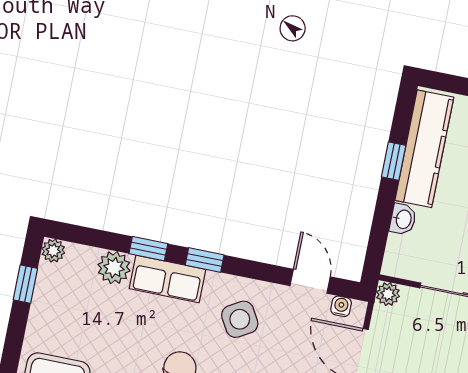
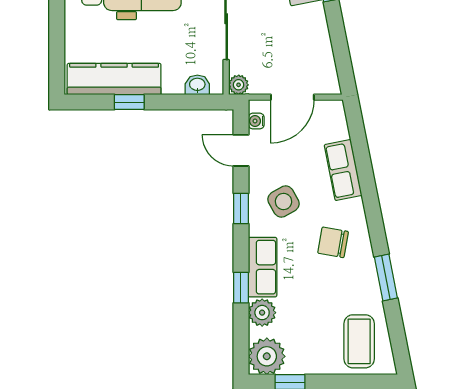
washbasin: (403, 219) -> (197, 85), moved
plant: (53, 251) -> (267, 356), width x1.87, depth x1.87
window: (205, 260) -> (241, 208), moved
door: (310, 281) -> (241, 150), hinge flipped

